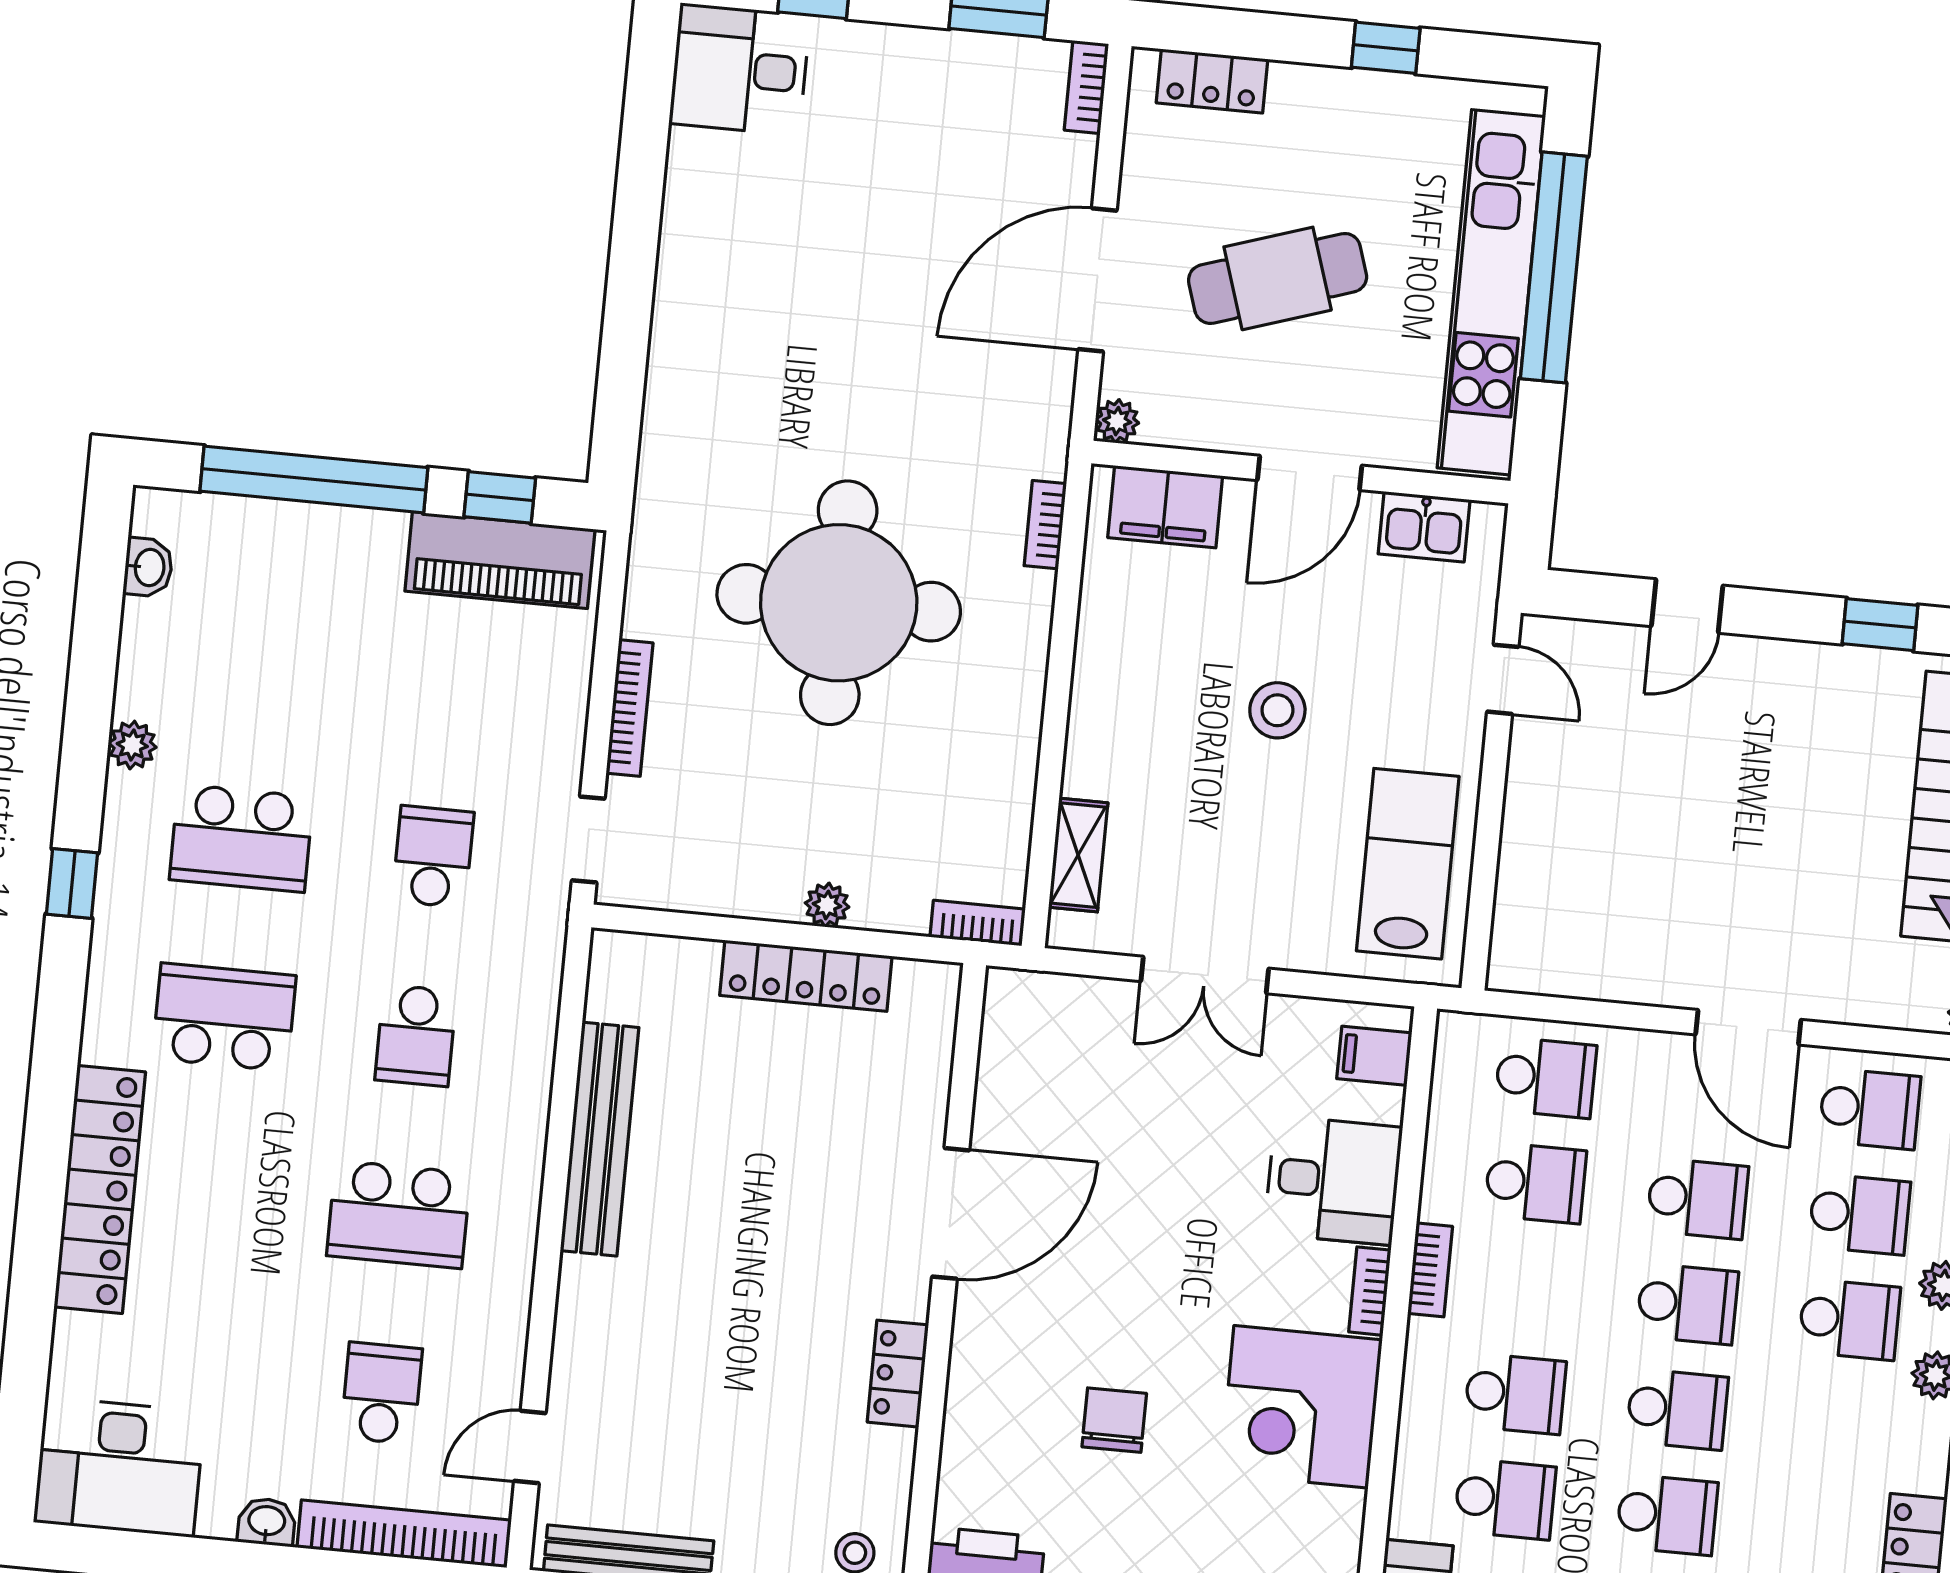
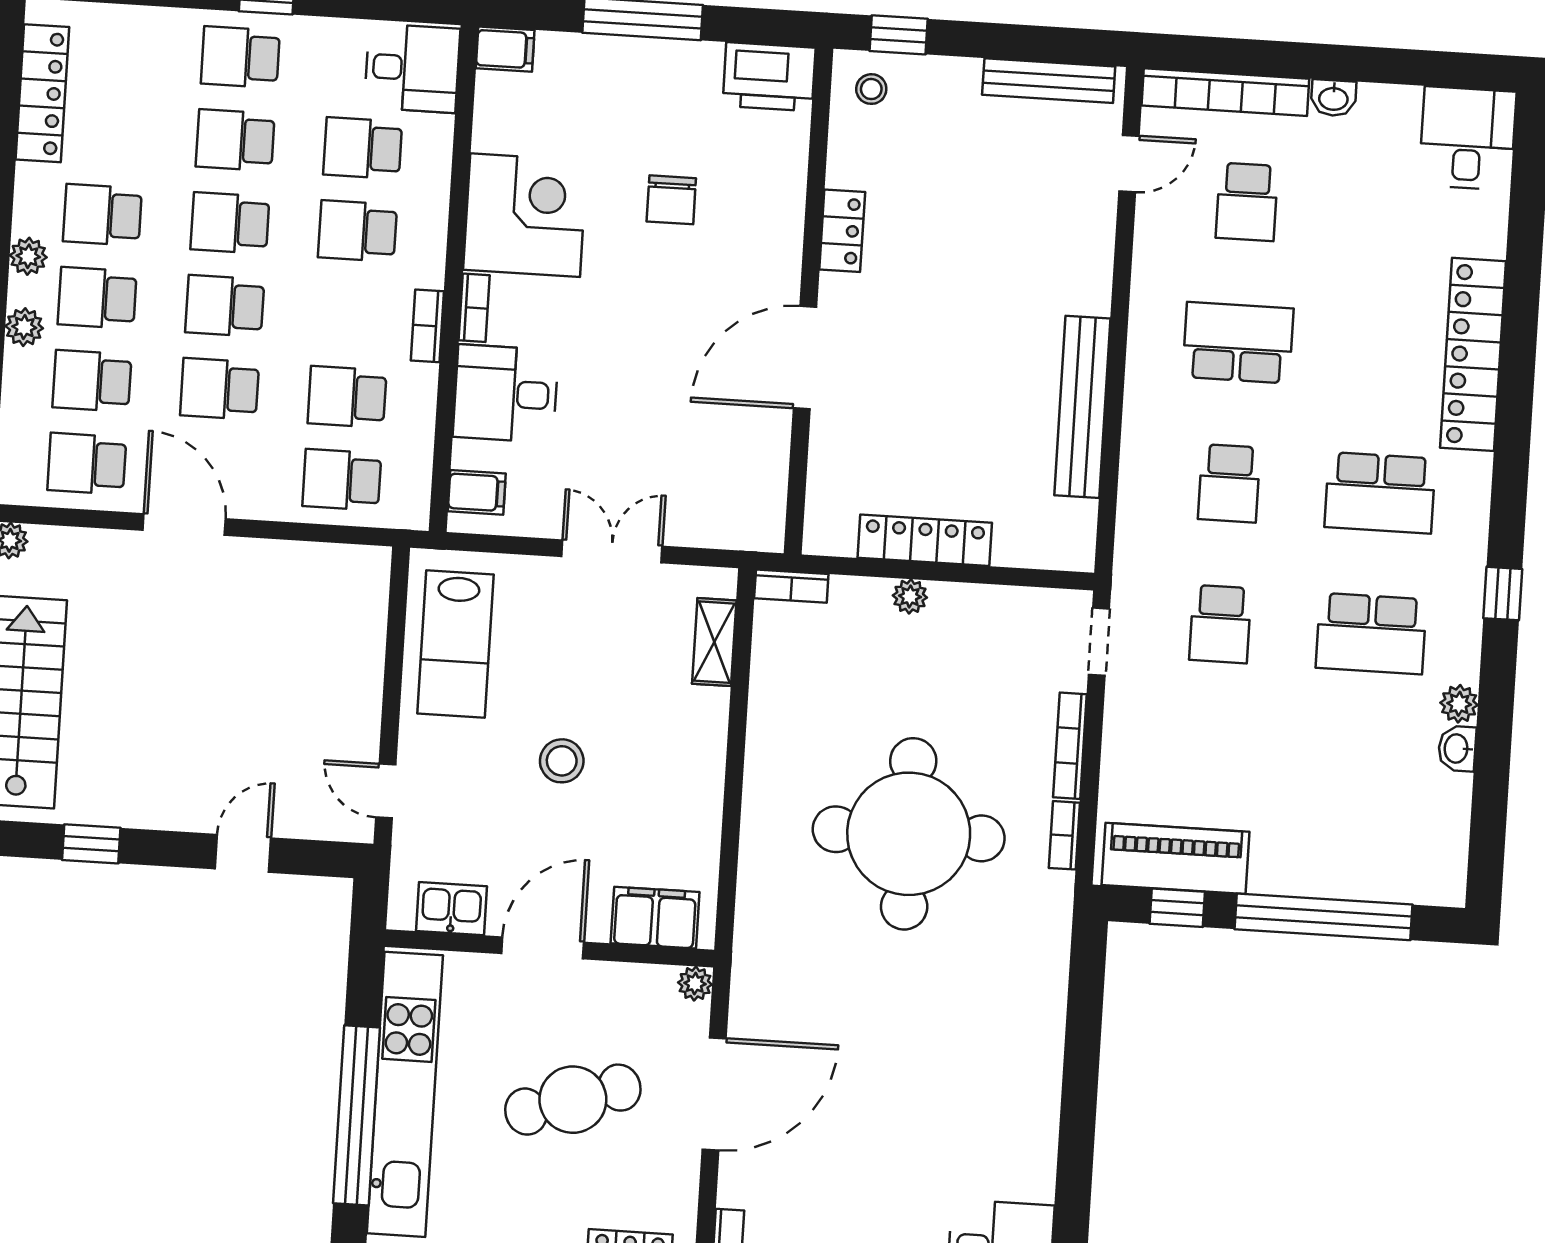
bookcase: (1045, 525) -> (1064, 835), moved, turned 180
washbasin: (148, 567) -> (1457, 749), moved
school desk: (241, 838) -> (1371, 634), turned 180
school desk: (416, 1036) -> (1229, 483), turned 180
school desk: (1839, 1425) -> (102, 215), added
desk: (119, 1467) -> (1468, 138), width x0.73

